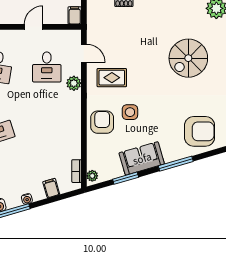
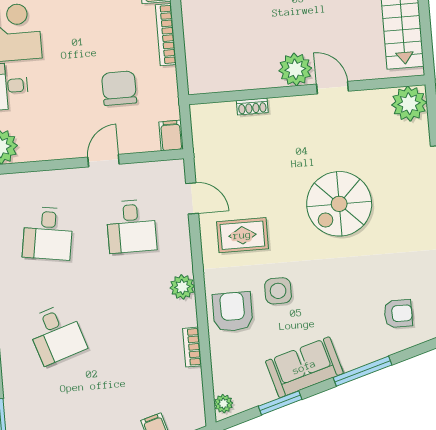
spiral stairs: (188, 58) -> (339, 204), moved
plant: (74, 83) -> (182, 287), moved
armchair: (200, 131) -> (398, 314), width x0.53, depth x0.53
bookcase: (77, 171) -> (192, 347), moved

